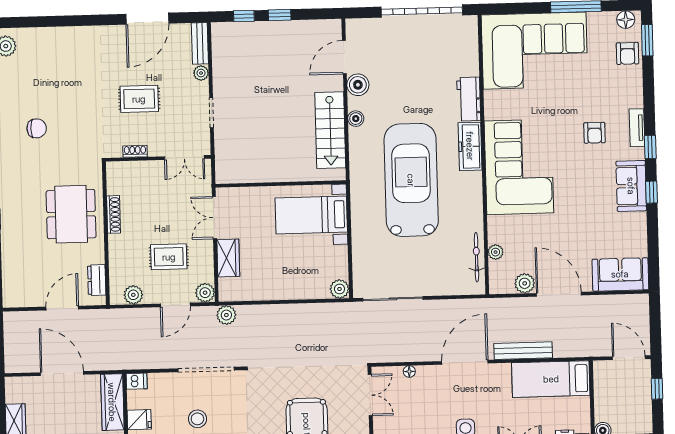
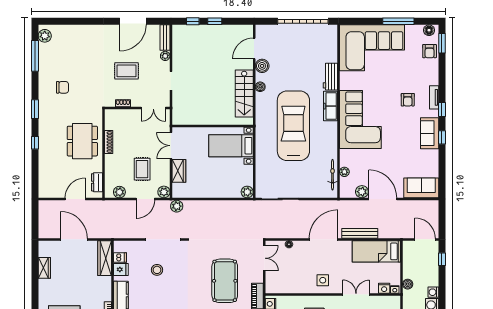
rug: (169, 257) -> (142, 169), turned 90
dishwasher: (137, 381) -> (120, 258), moved

